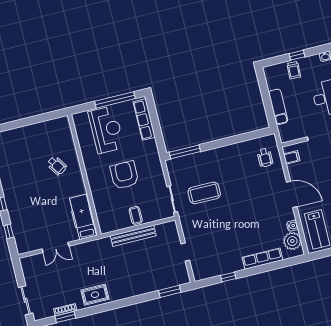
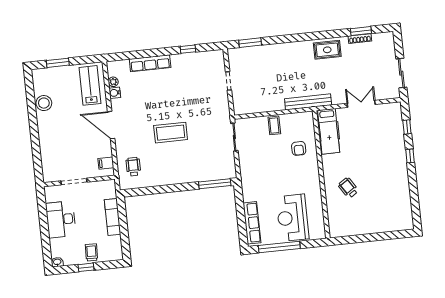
armchair: (124, 175) -> (299, 148), moved, width x0.53, depth x0.53
coffee table: (204, 193) -> (171, 133), moved
bench: (133, 236) -> (308, 102), moved
plant: (292, 241) -> (113, 82), width x0.53, depth x0.53
sliding door: (26, 300) -> (401, 73), moved

